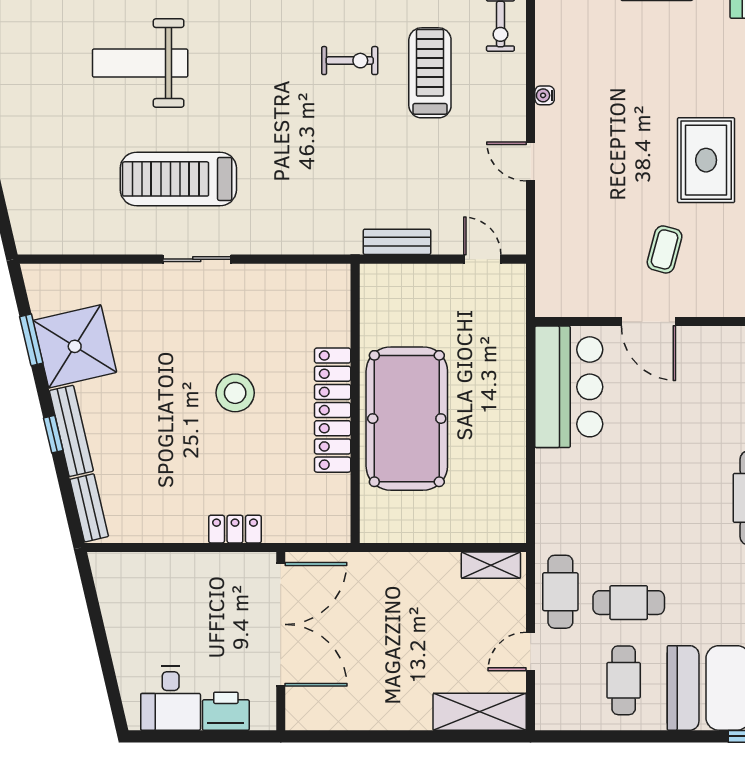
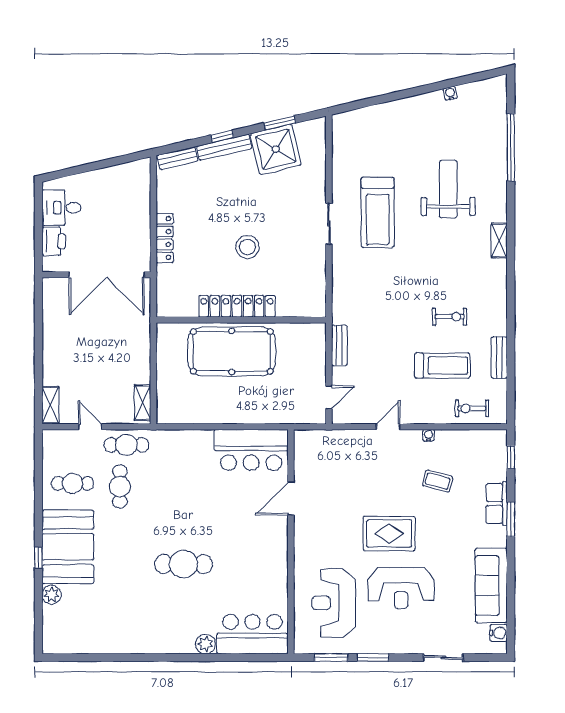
exercise bike: (350, 61) -> (450, 317), turned -90
treadmill: (178, 179) -> (378, 212), turned 180
coffee table: (665, 249) -> (438, 481), moved
locker: (235, 529) -> (165, 238), width x1.53
shelving: (480, 712) -> (50, 405), width x0.67, depth x0.75

